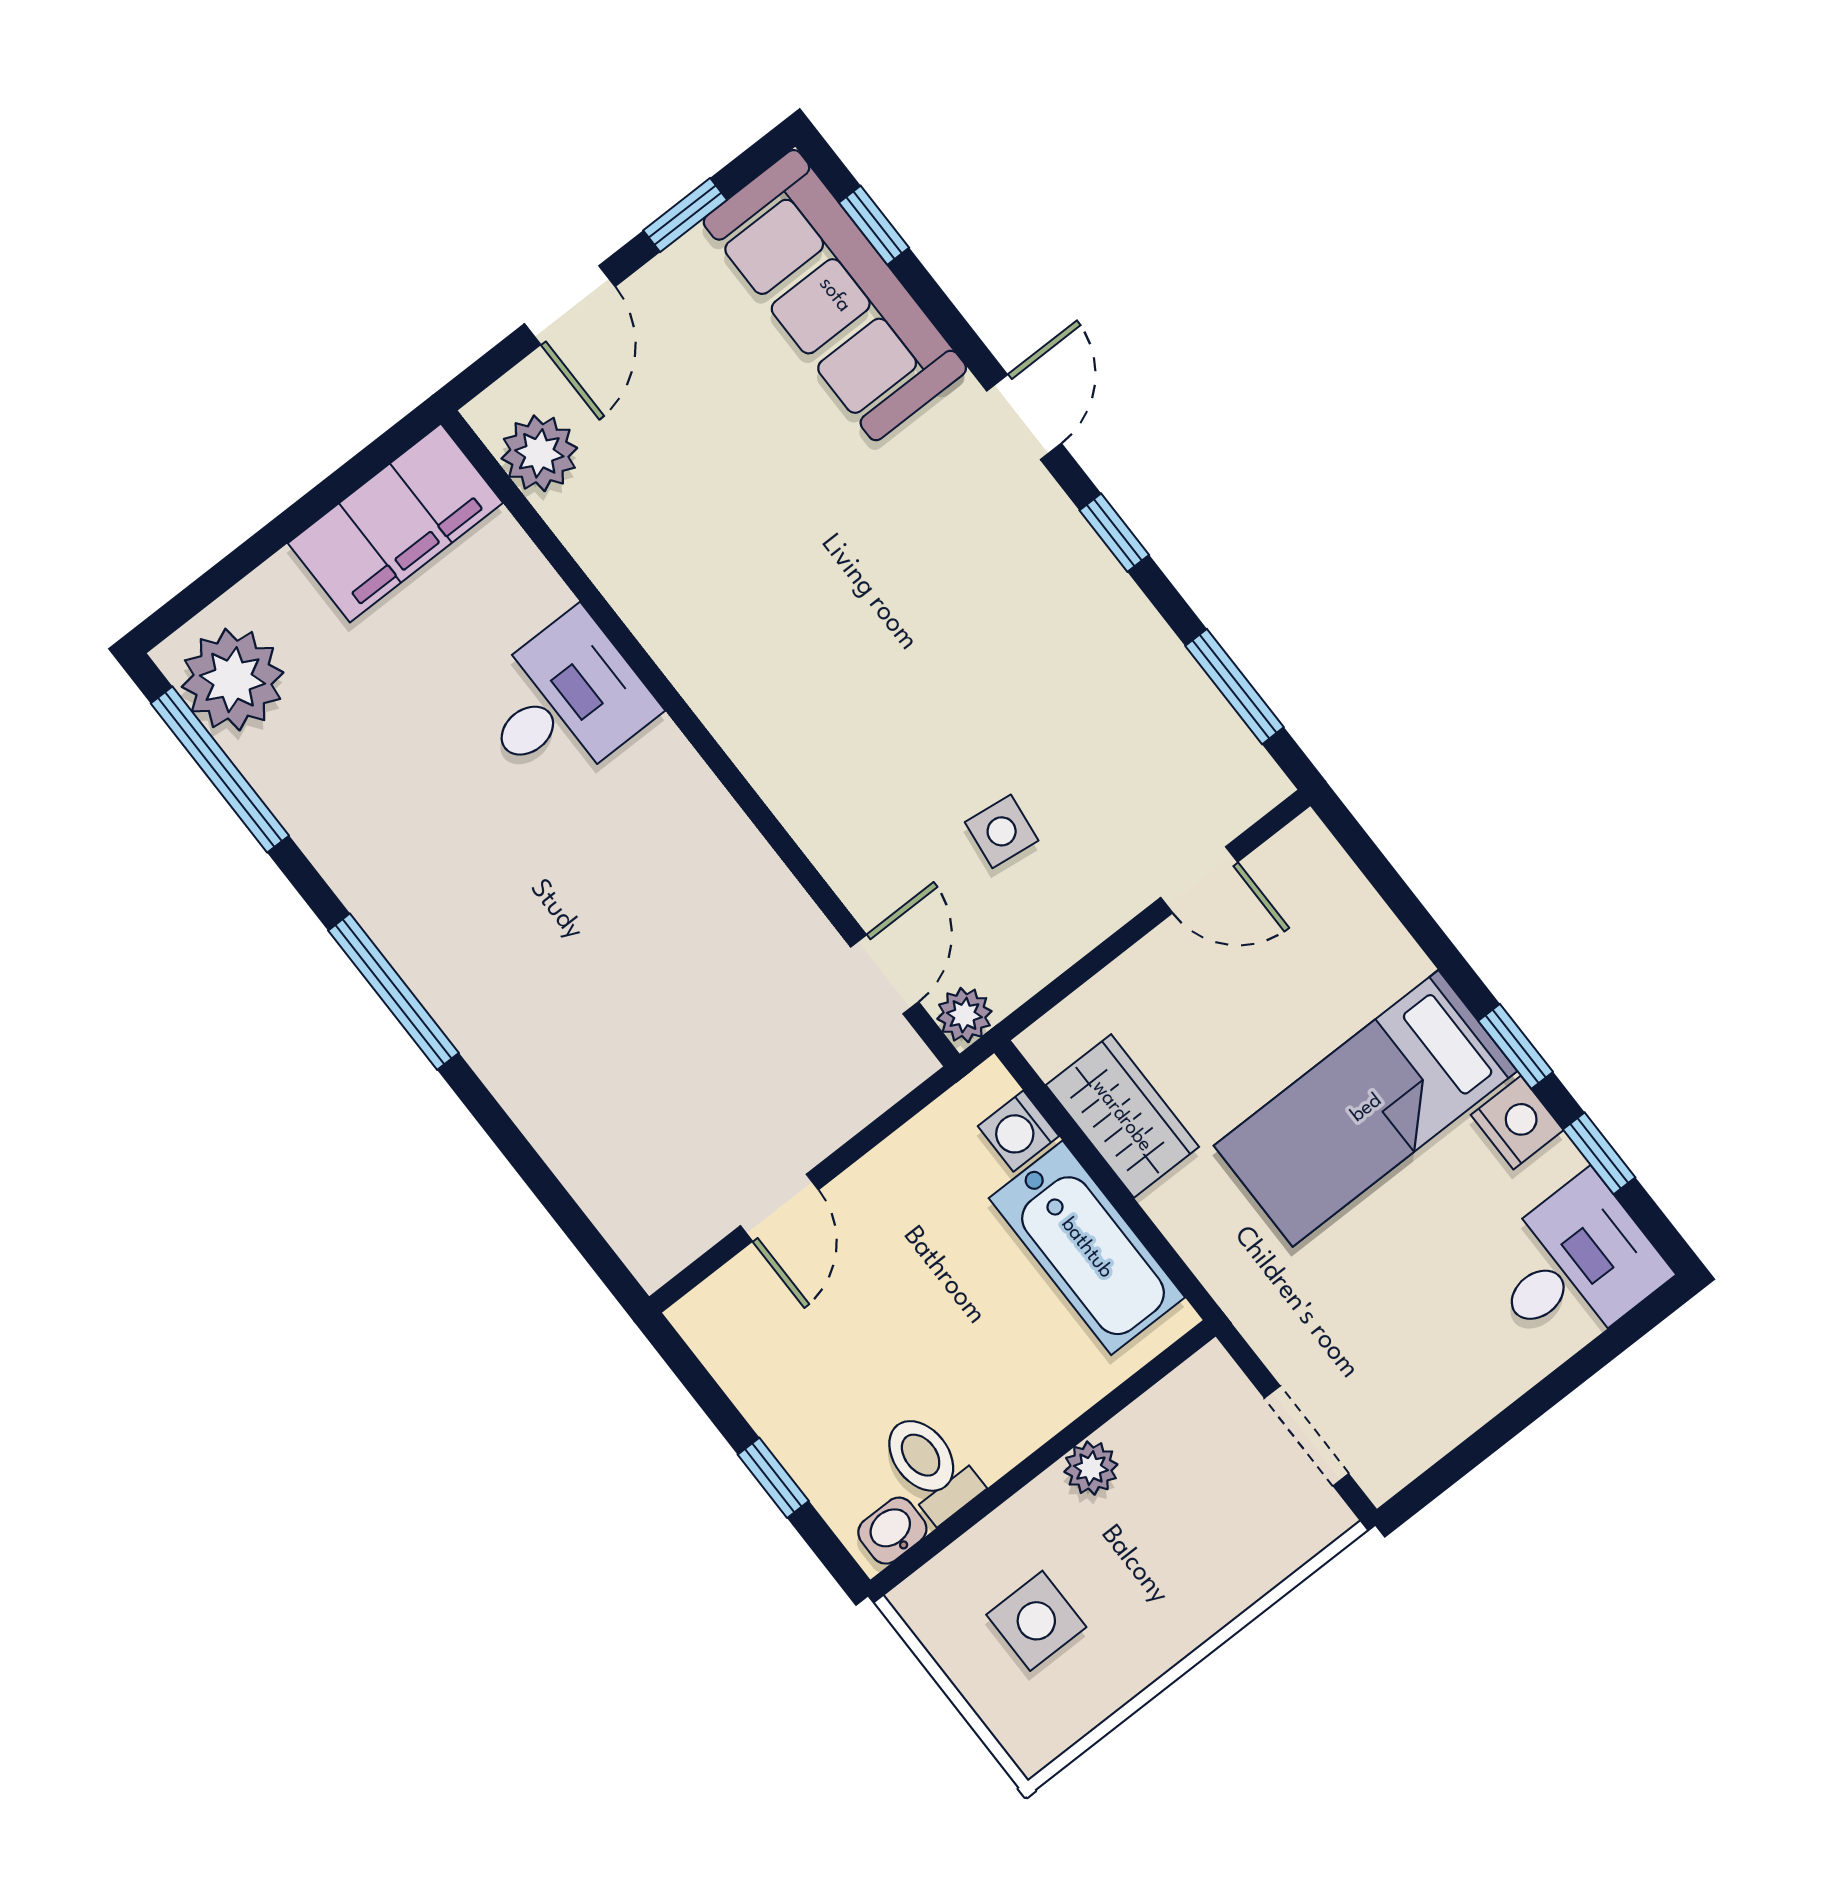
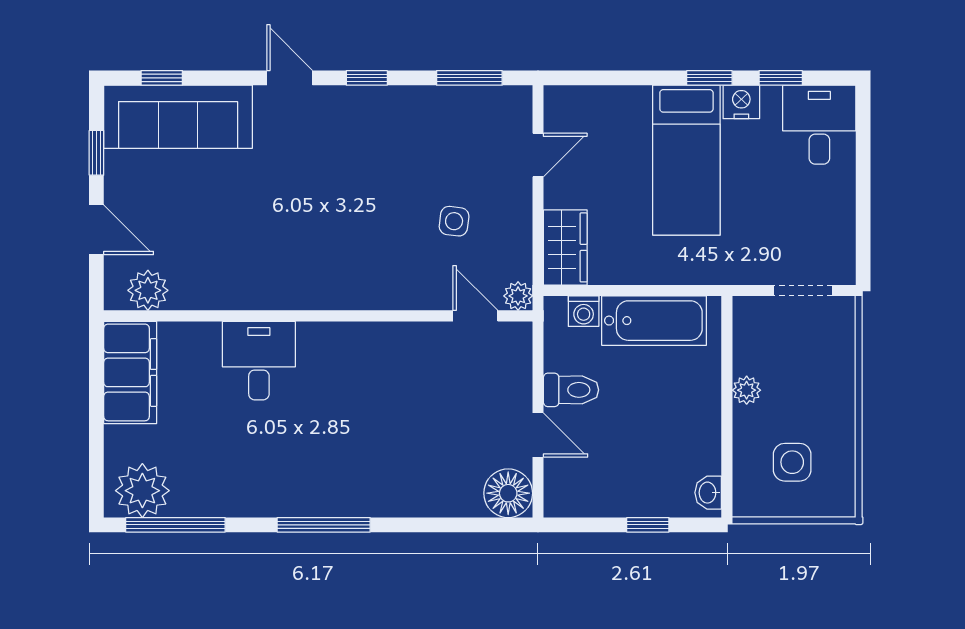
wardrobe: (1122, 1116) -> (565, 247), moved, turned 90
floor lamp: (657, 1231) -> (508, 493), added
toilet: (930, 1467) -> (571, 390), moved, turned 180

